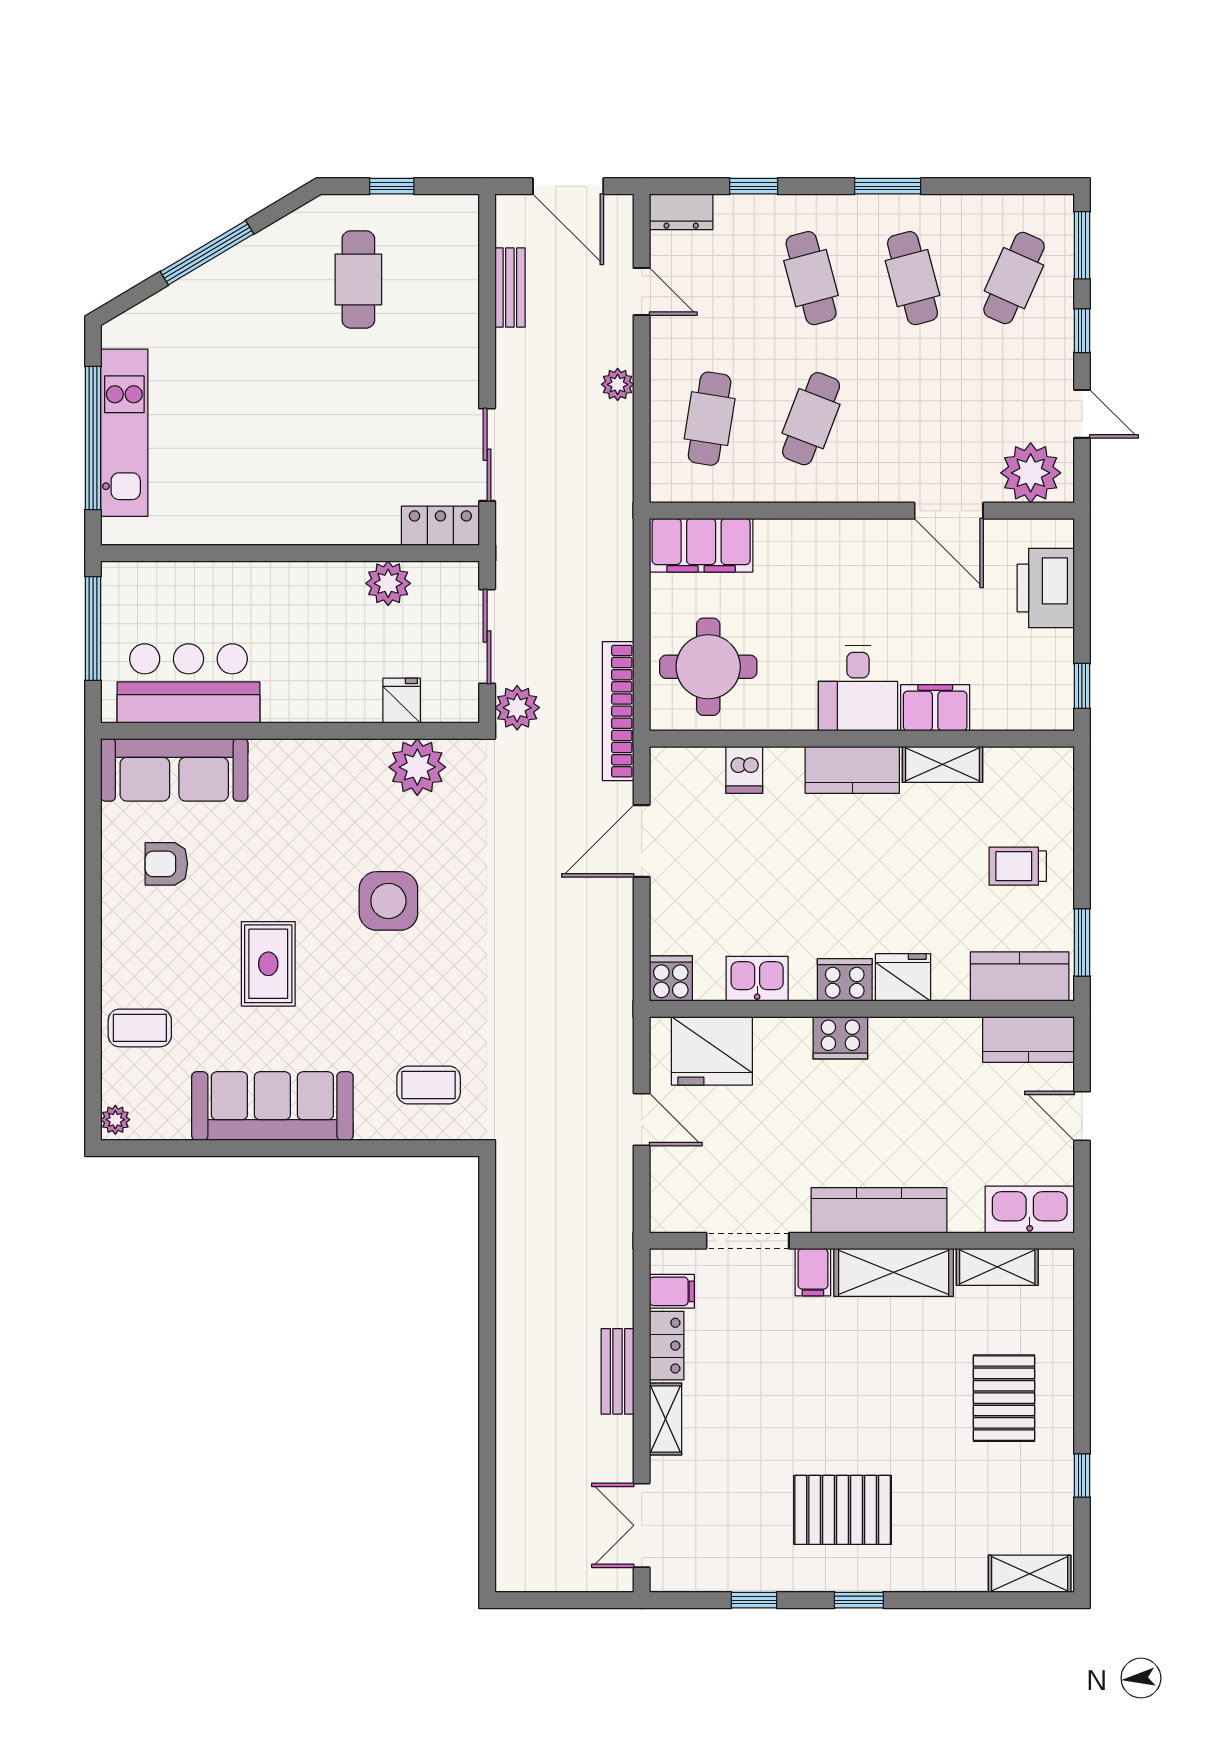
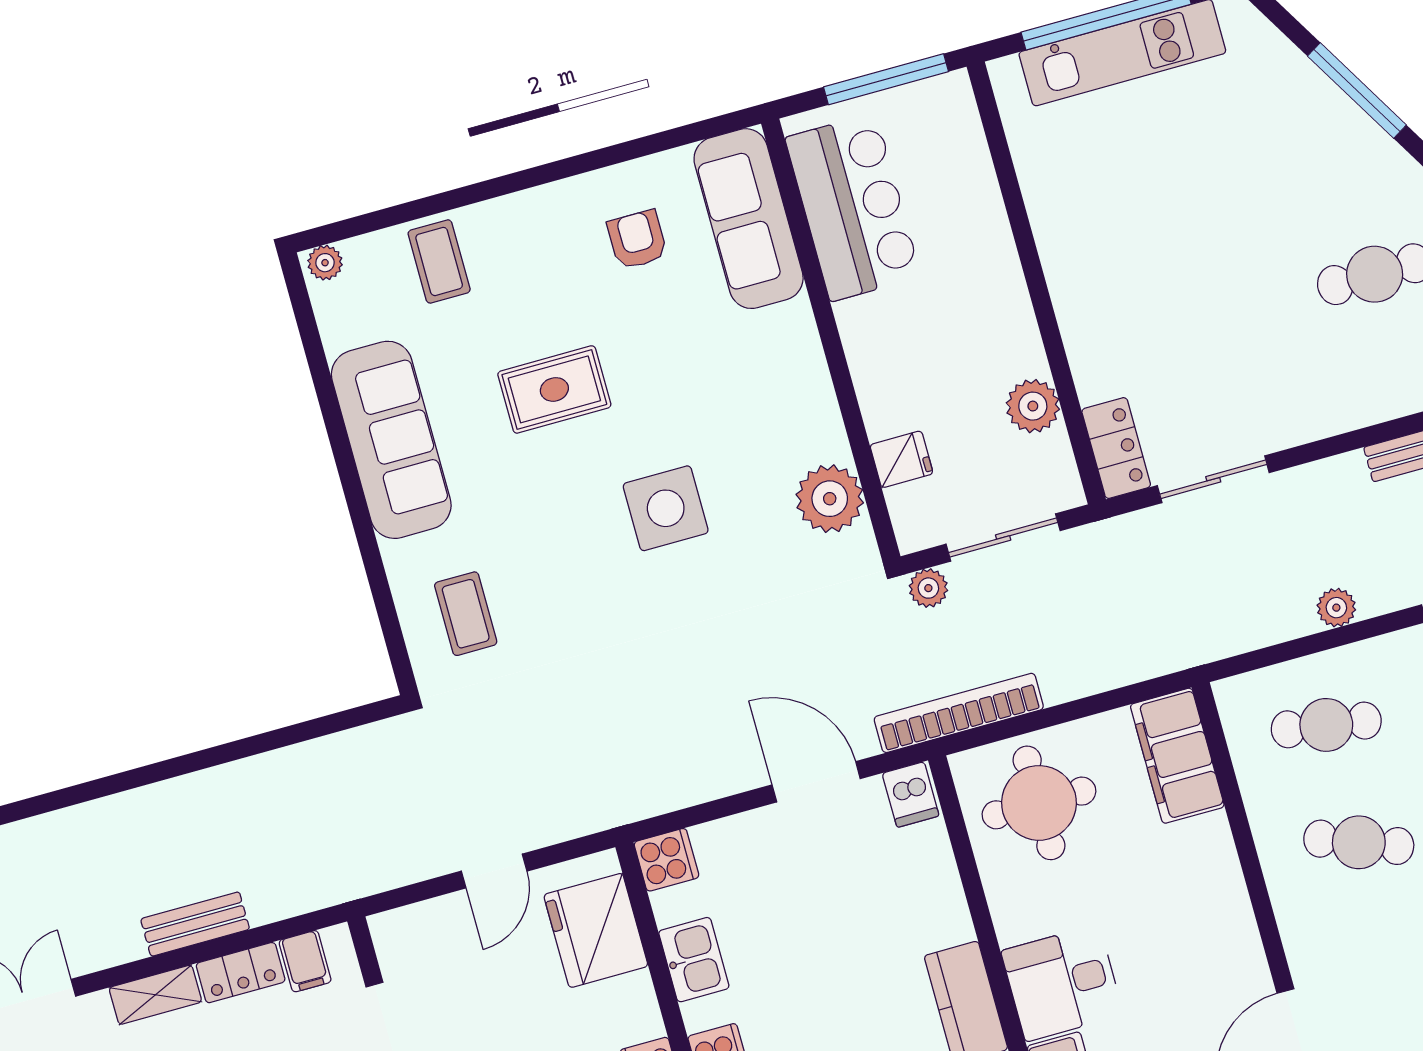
plant: (517, 708) -> (928, 588), width x0.73, depth x0.73
dishwasher: (744, 770) -> (911, 795), moved, turned -90

